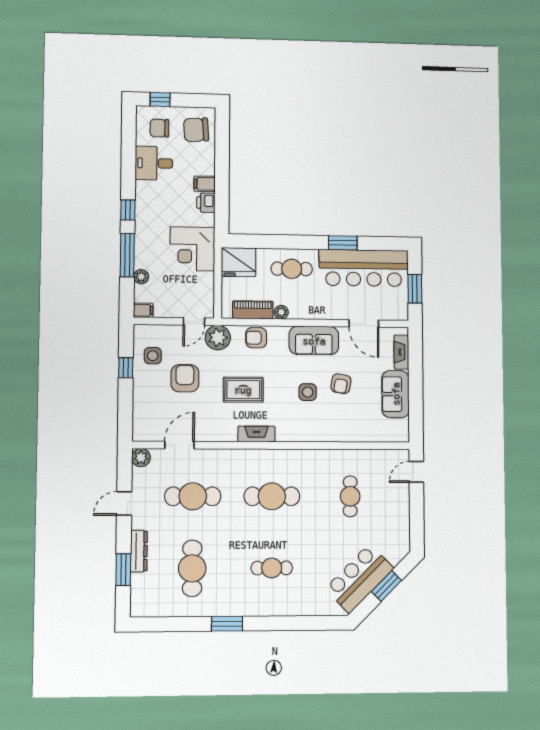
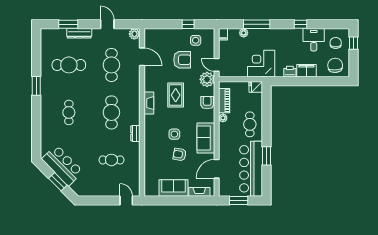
filing cabinet: (205, 184) -> (306, 71), width x2.00
window: (128, 210) -> (300, 24), moved
fridge: (239, 262) -> (256, 87), width x0.53, depth x0.75
dresser: (307, 457) -> (135, 133), added

